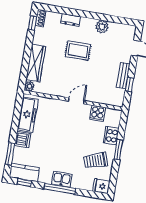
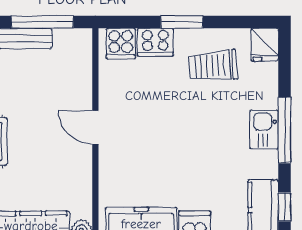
window: (129, 85) -> (42, 22), width x2.17
cooker: (98, 113) -> (121, 44), moved, turned 90
trolley: (96, 160) -> (213, 66), turned 105

